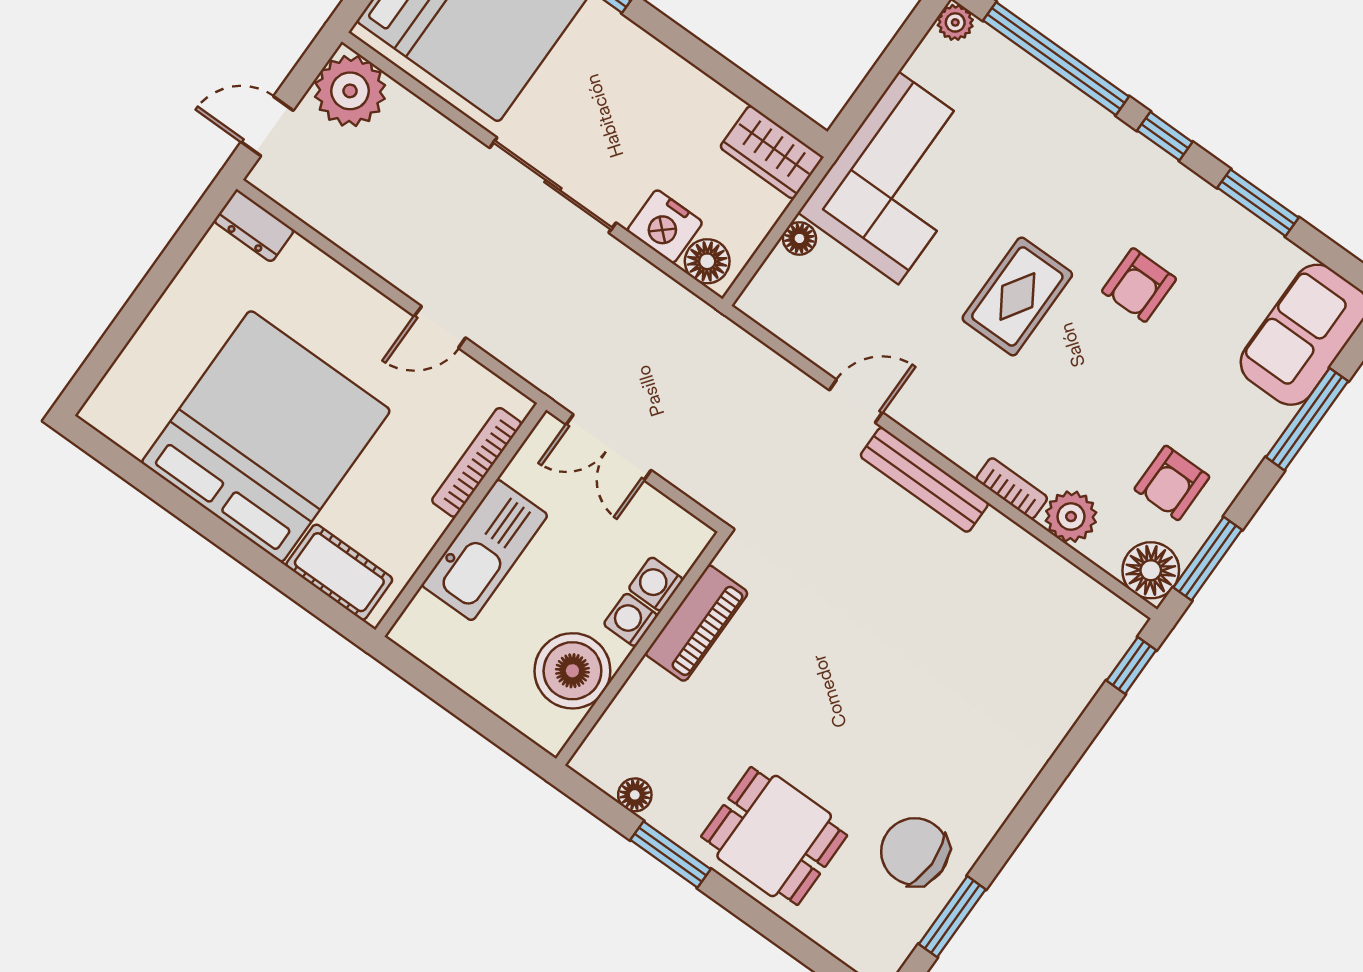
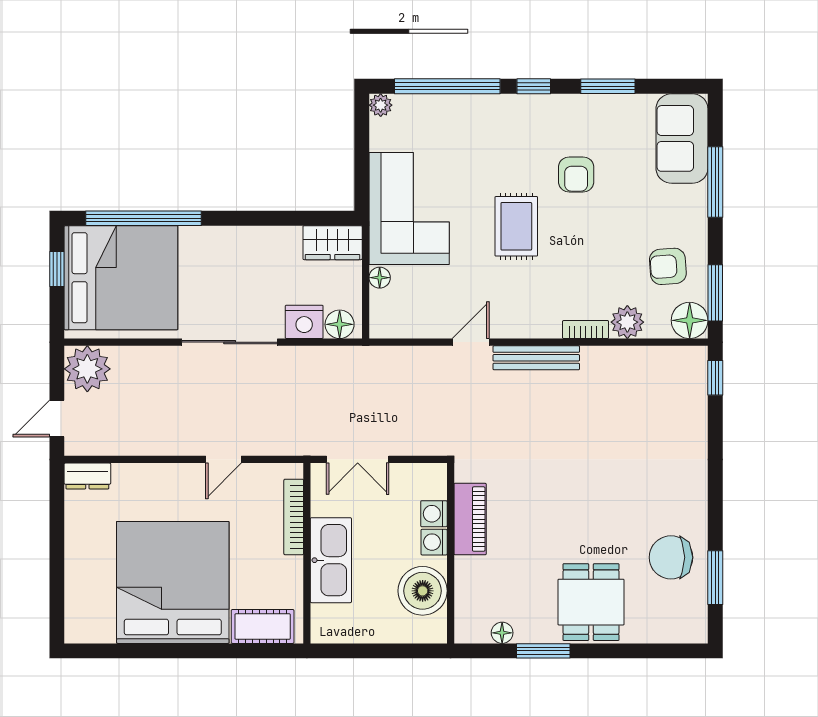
armchair: (1172, 483) -> (668, 266), turned 86
dining table: (774, 836) -> (591, 602), turned 90

